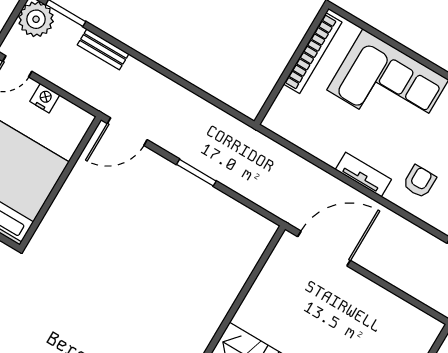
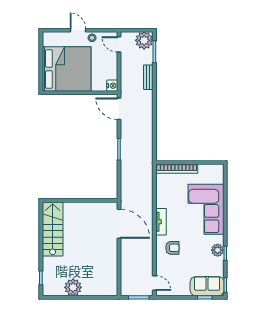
bookcase: (313, 53) -> (177, 169), moved
nightstand: (45, 98) -> (112, 86), moved

